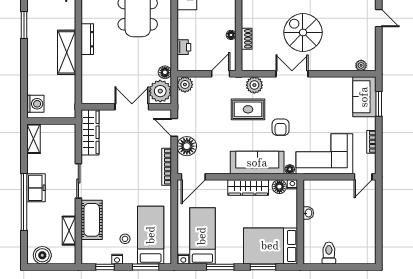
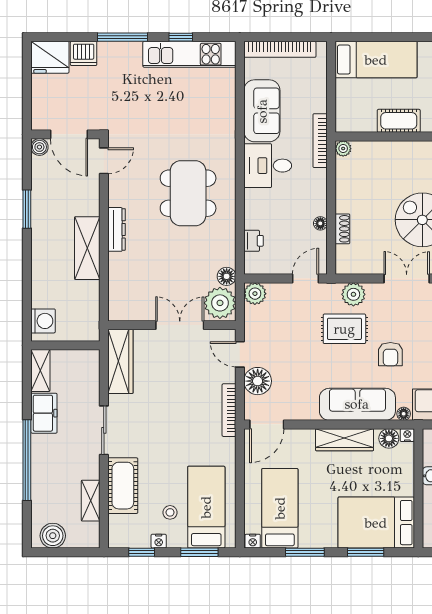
freezer: (36, 188) -> (44, 413), moved

